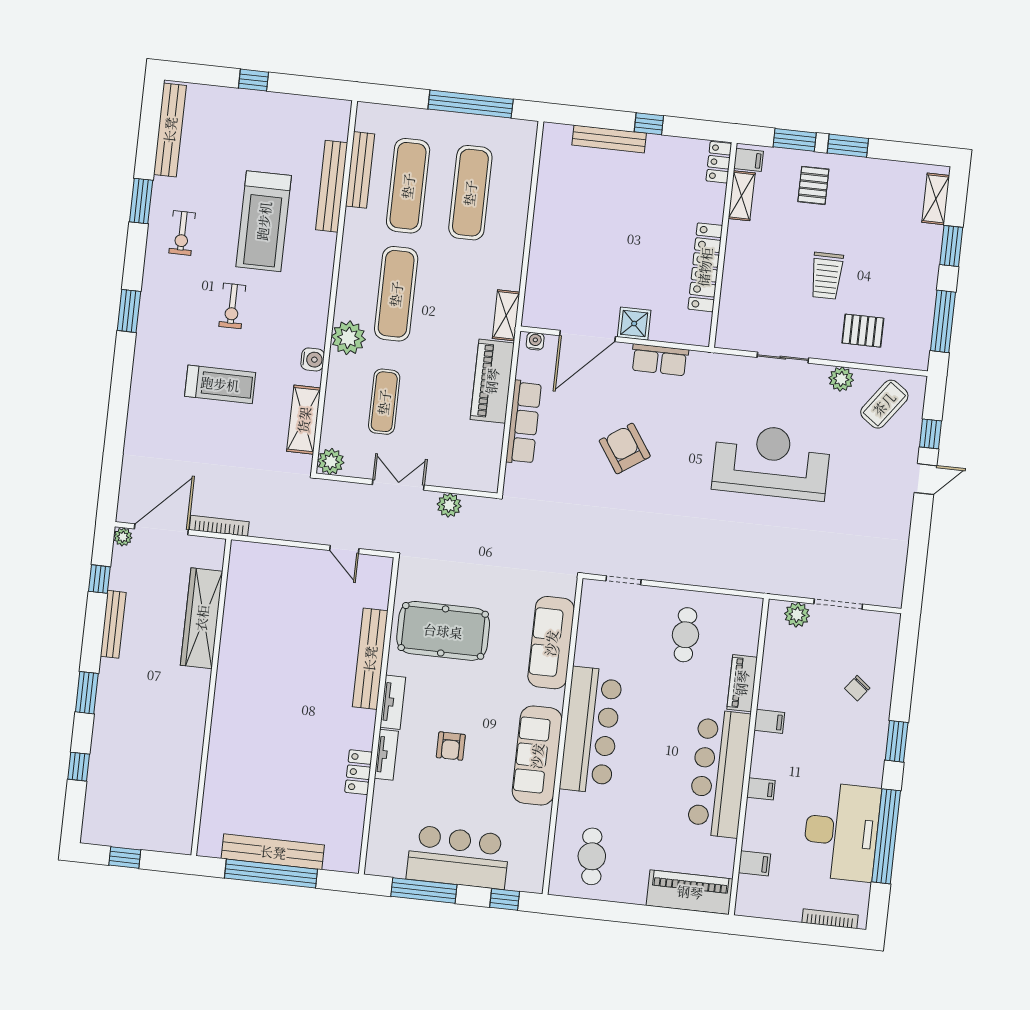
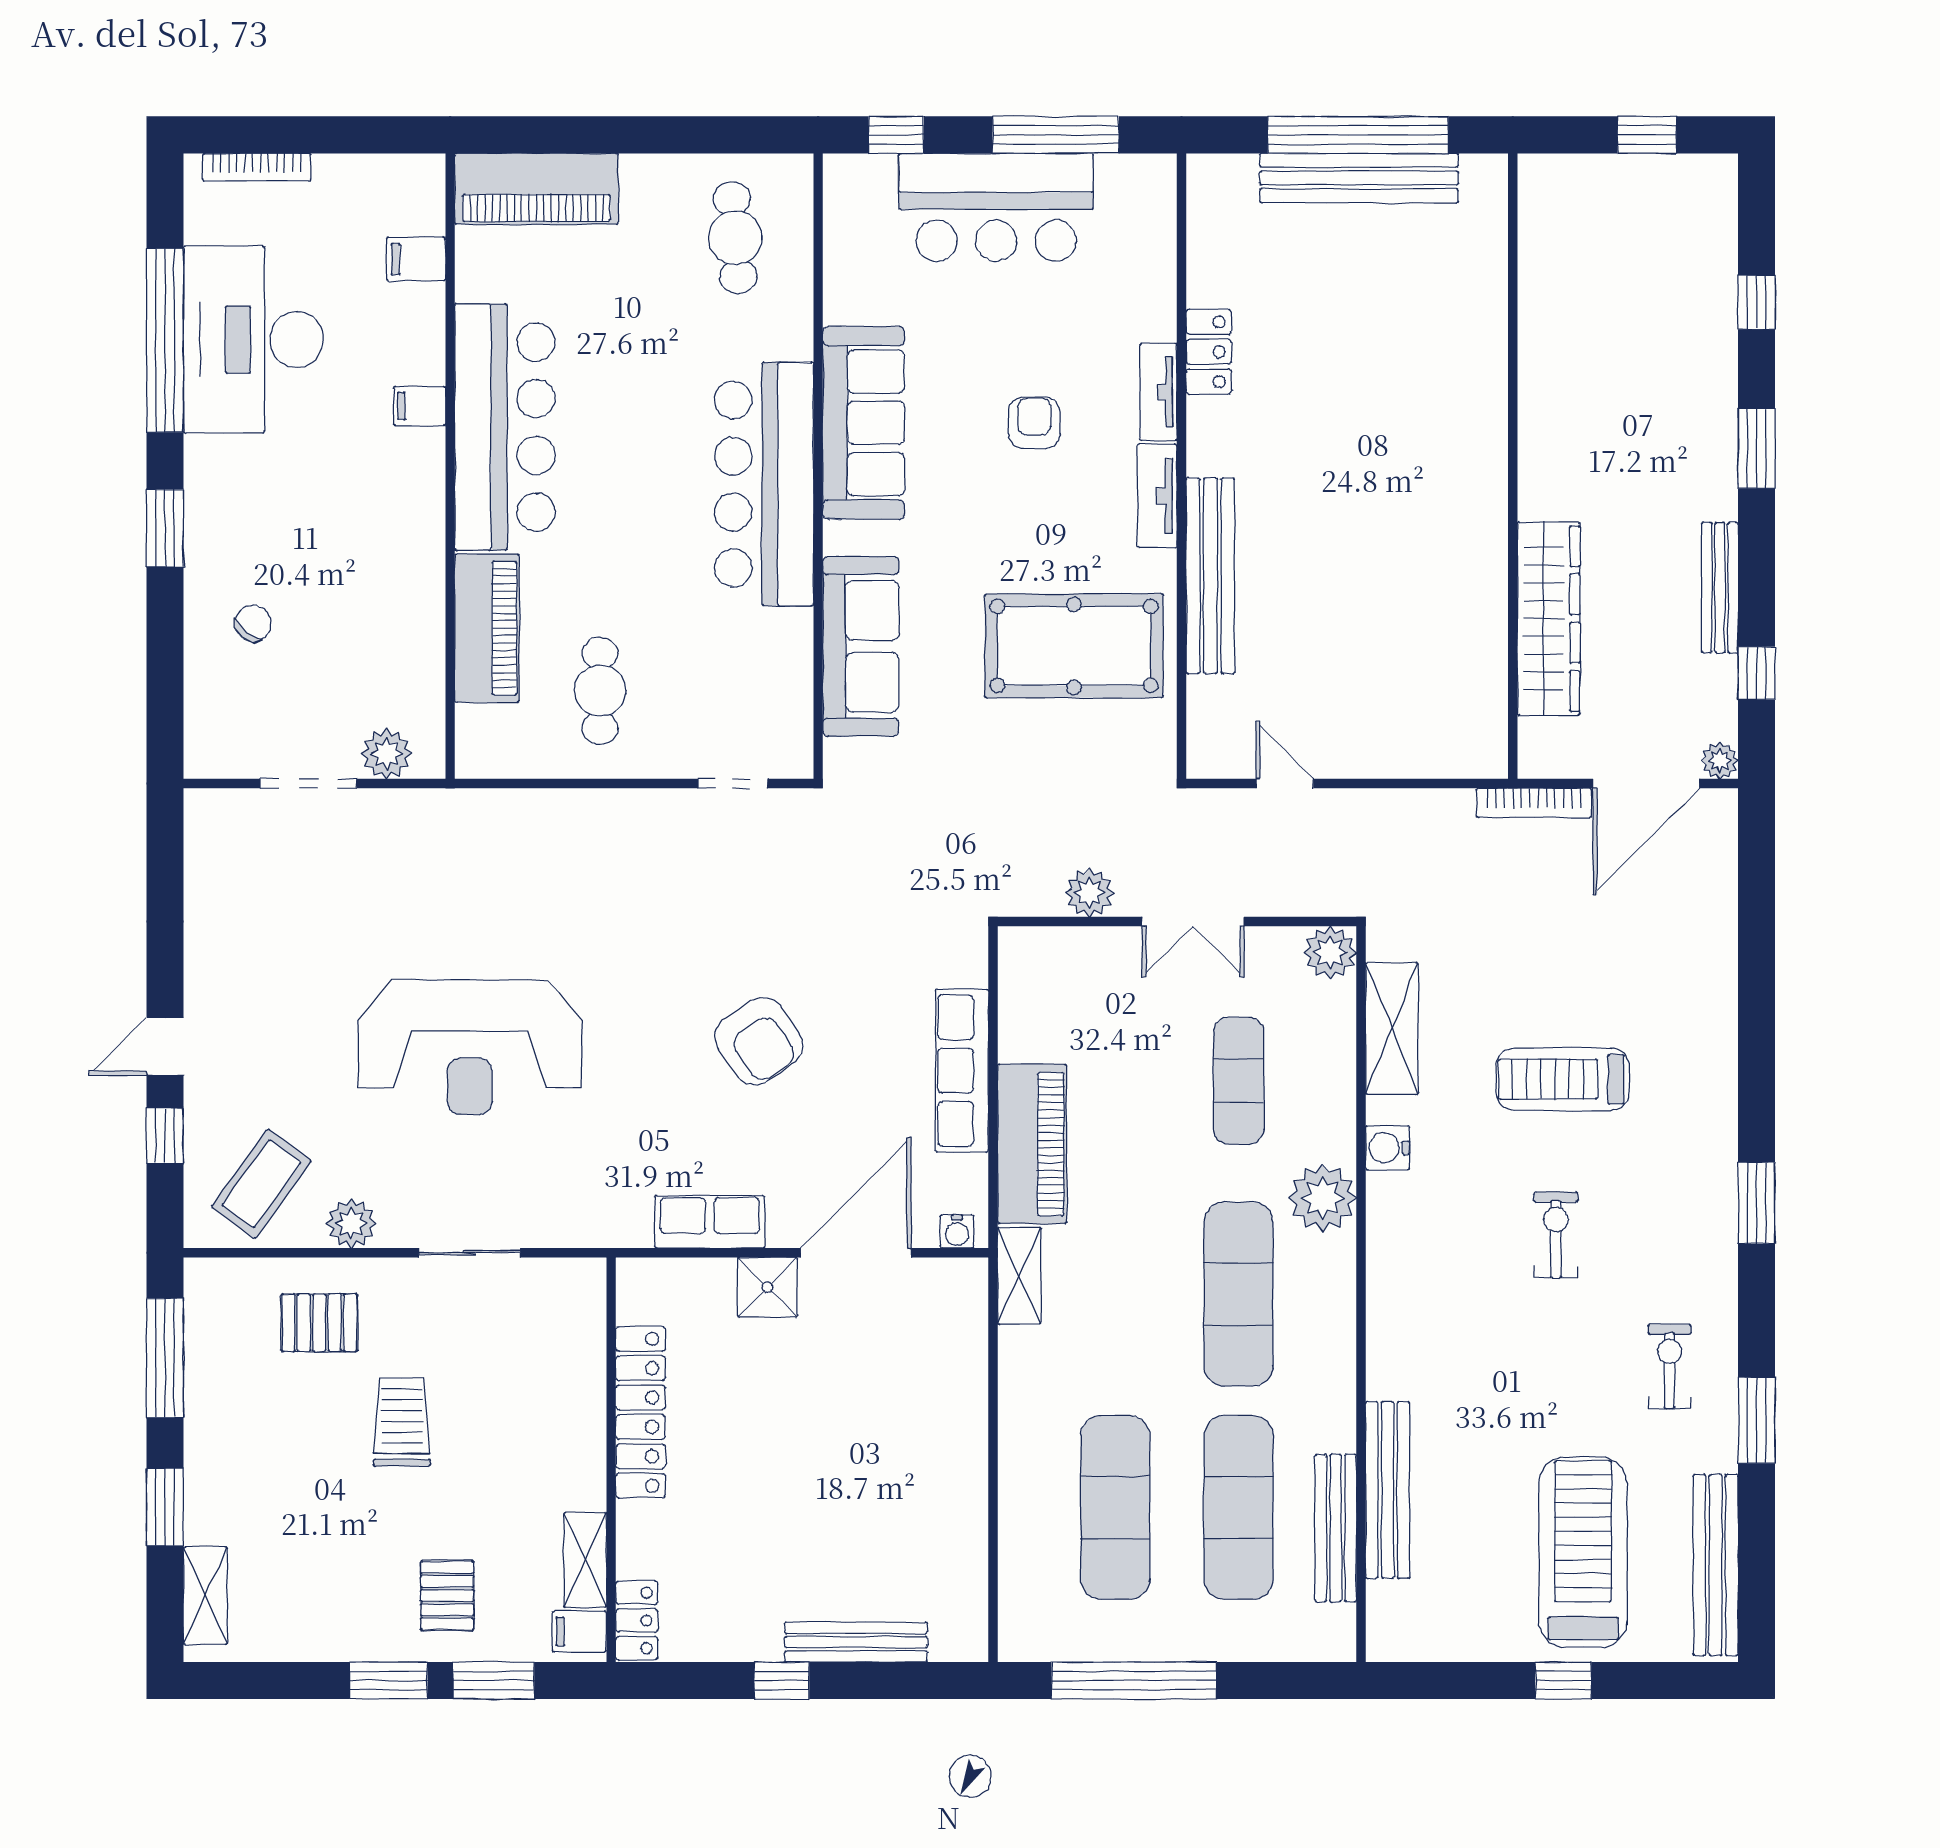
treadmill: (264, 221) -> (1583, 1552), moved
piano: (742, 683) -> (487, 628), width x1.37, depth x1.33
filing cabinet: (769, 721) -> (418, 539), removed

